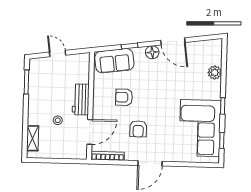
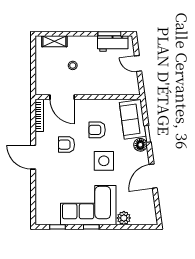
floor lamp: (152, 52) -> (140, 145), moved
door: (58, 54) -> (138, 64), swing flipped
side table: (156, 91) -> (104, 161), added
armchair: (124, 97) -> (97, 130), turned -90
workbench: (81, 99) -> (113, 44), moved, turned 180
corner sofa: (200, 128) -> (88, 205), moved

